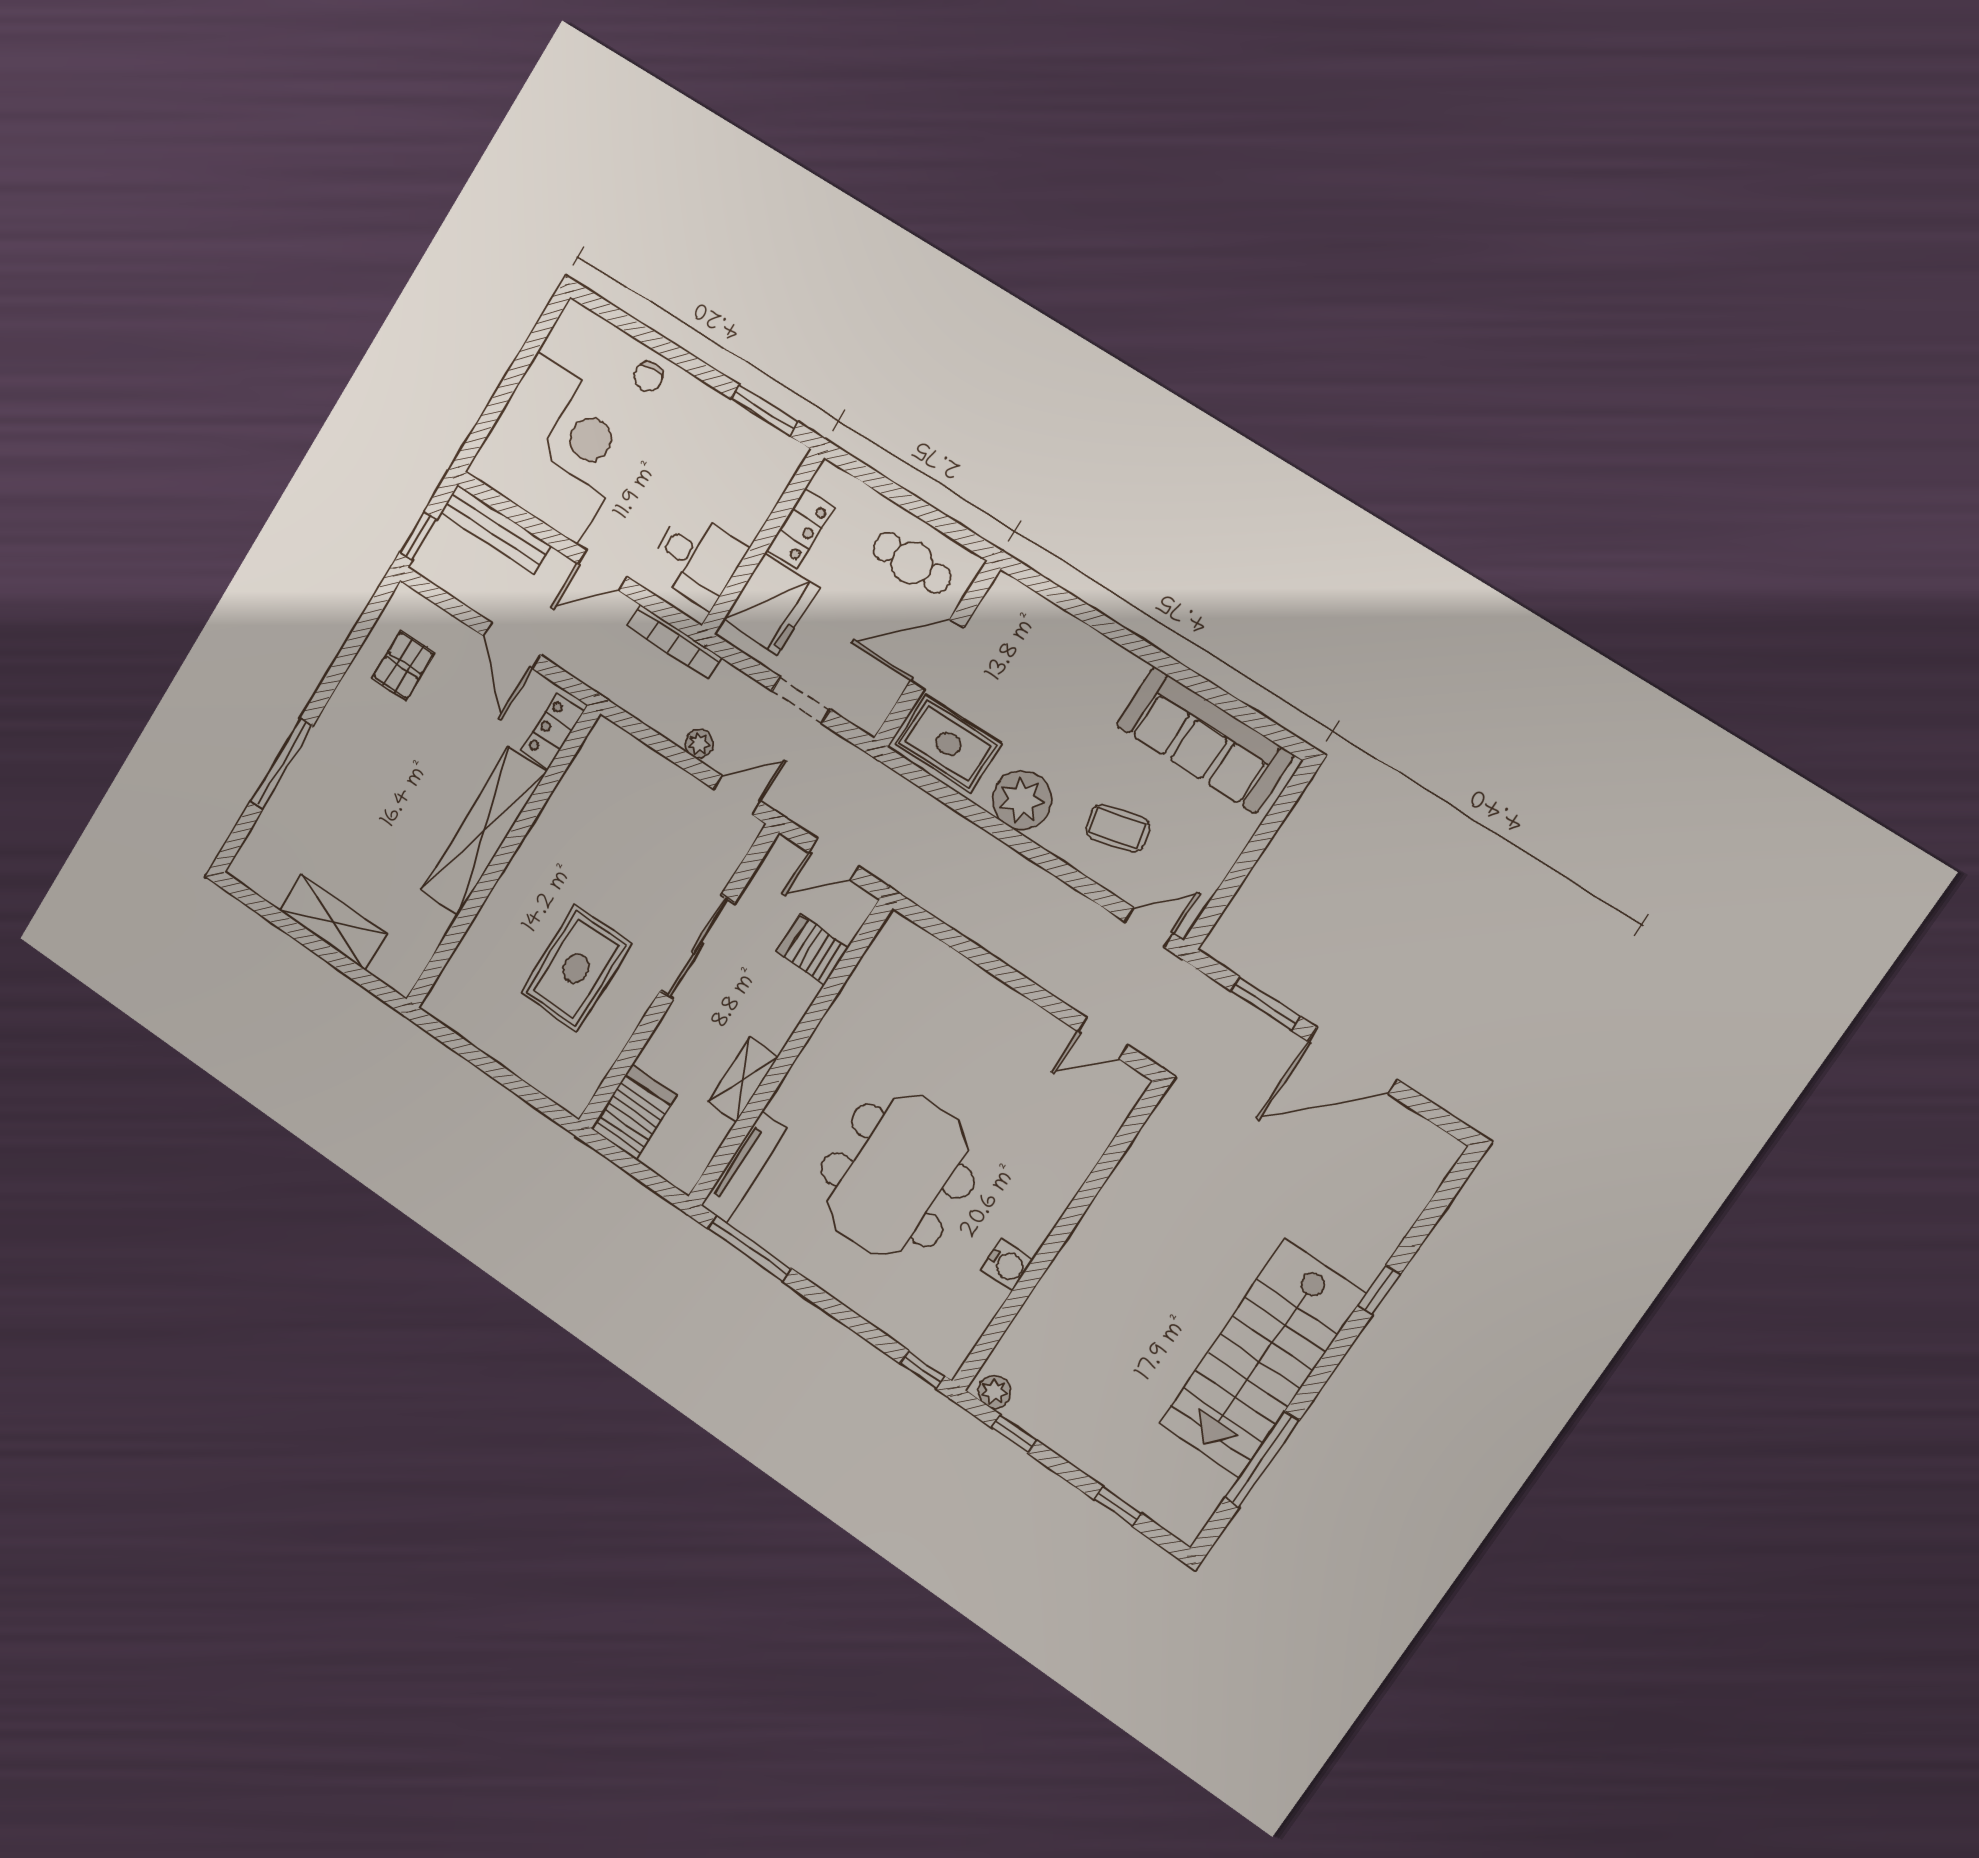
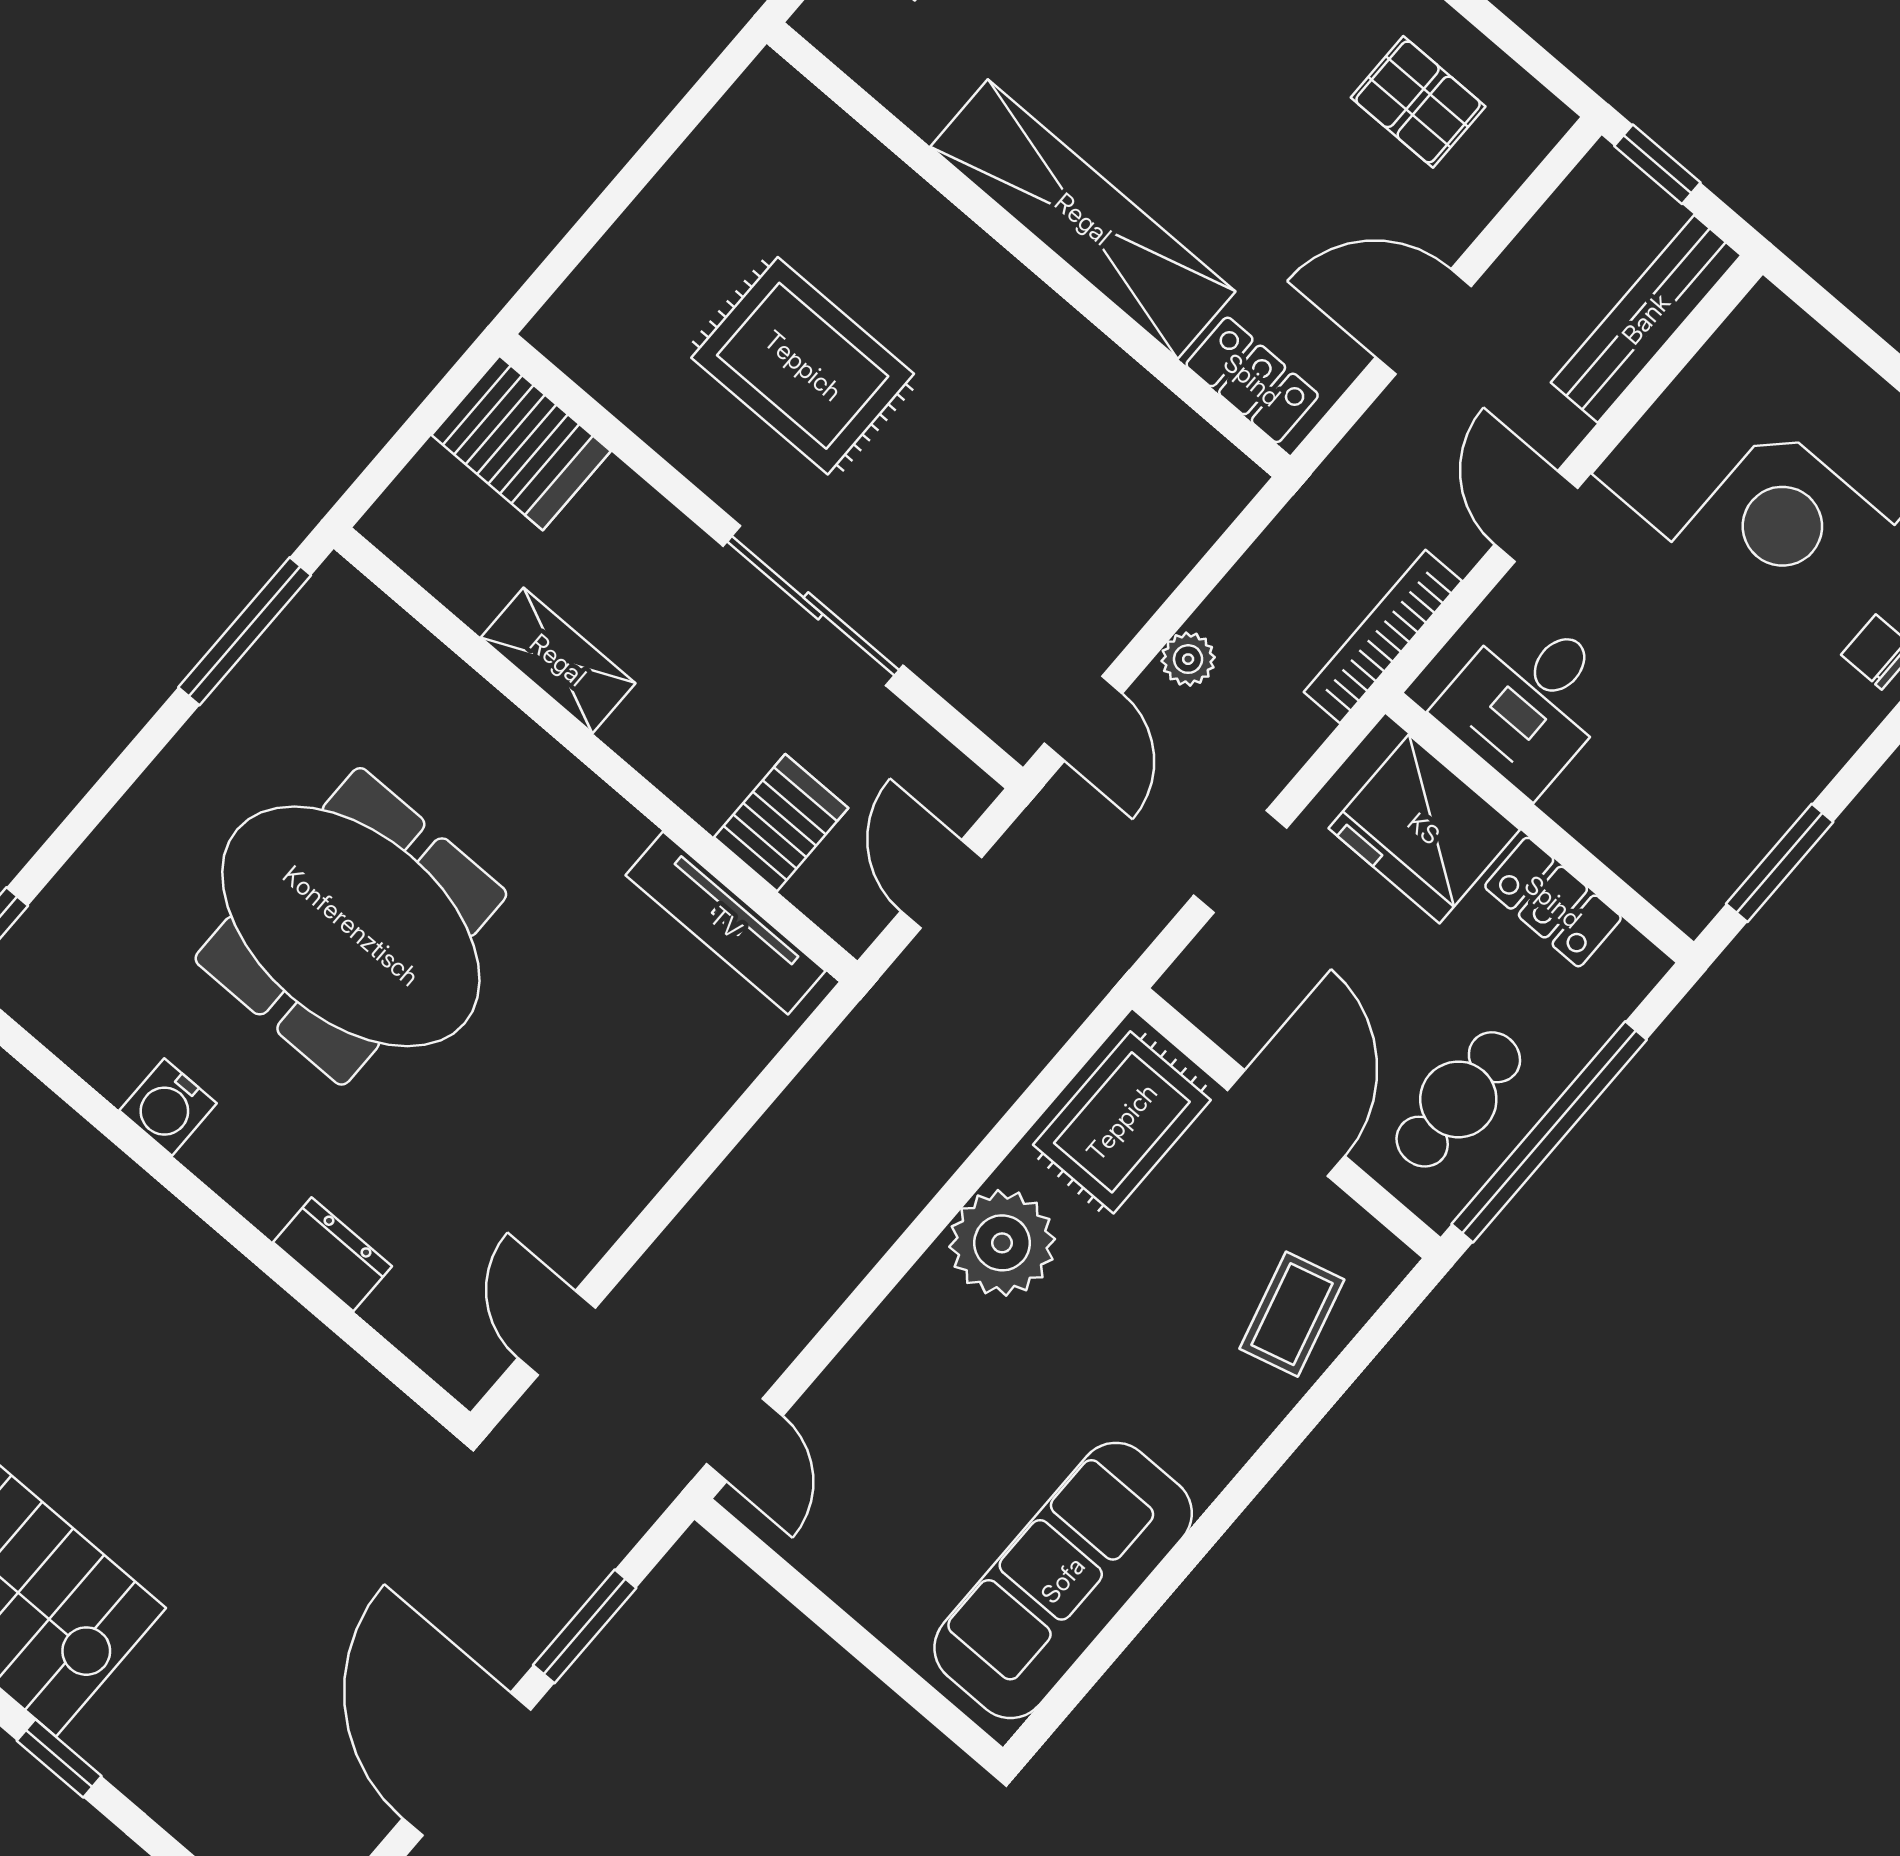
window: (923, 511) -> (1549, 1132), added
coffee table: (1118, 828) -> (1292, 1314), moved
dresser: (1076, 1166) -> (332, 1254), added
tv unit: (744, 1167) -> (726, 923), moved

